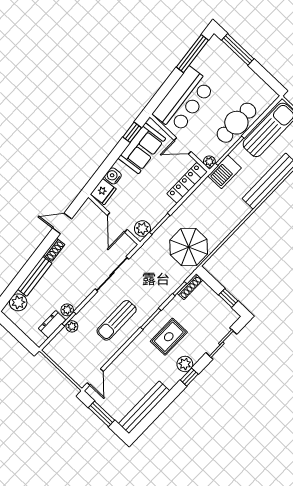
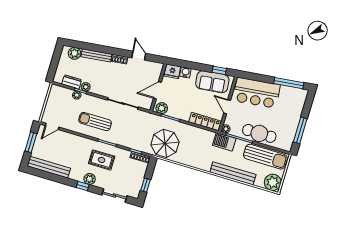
window: (238, 49) -> (300, 130), moved

